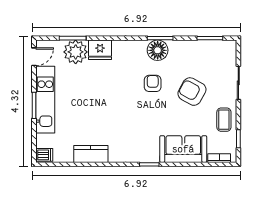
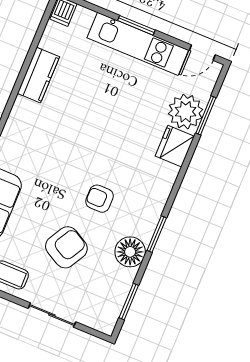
floor lamp: (158, 50) -> (130, 252), moved
door: (34, 57) -> (202, 53), hinge flipped
armchair: (153, 83) -> (99, 199), turned 180

